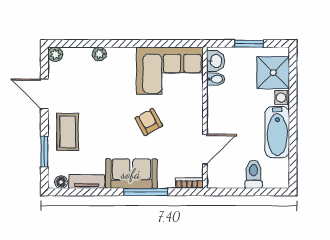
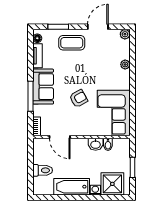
washbasin: (216, 61) -> (96, 144), moved

